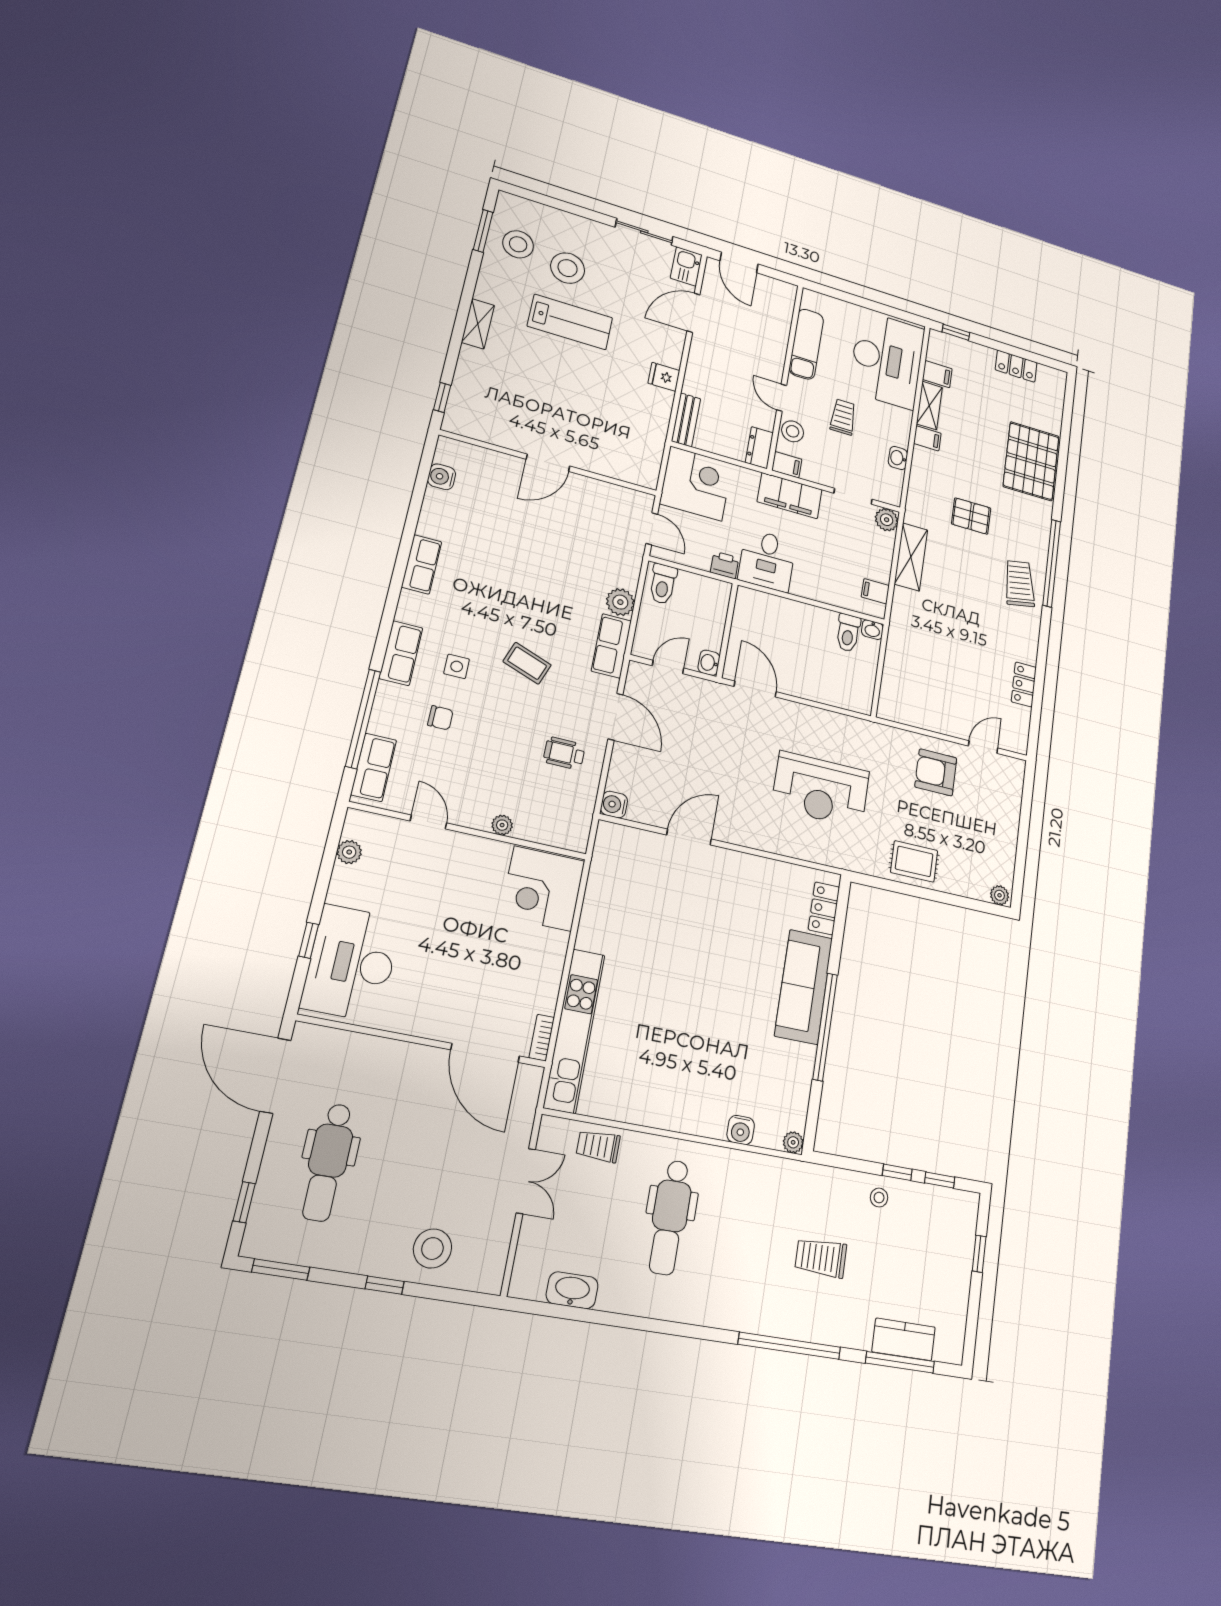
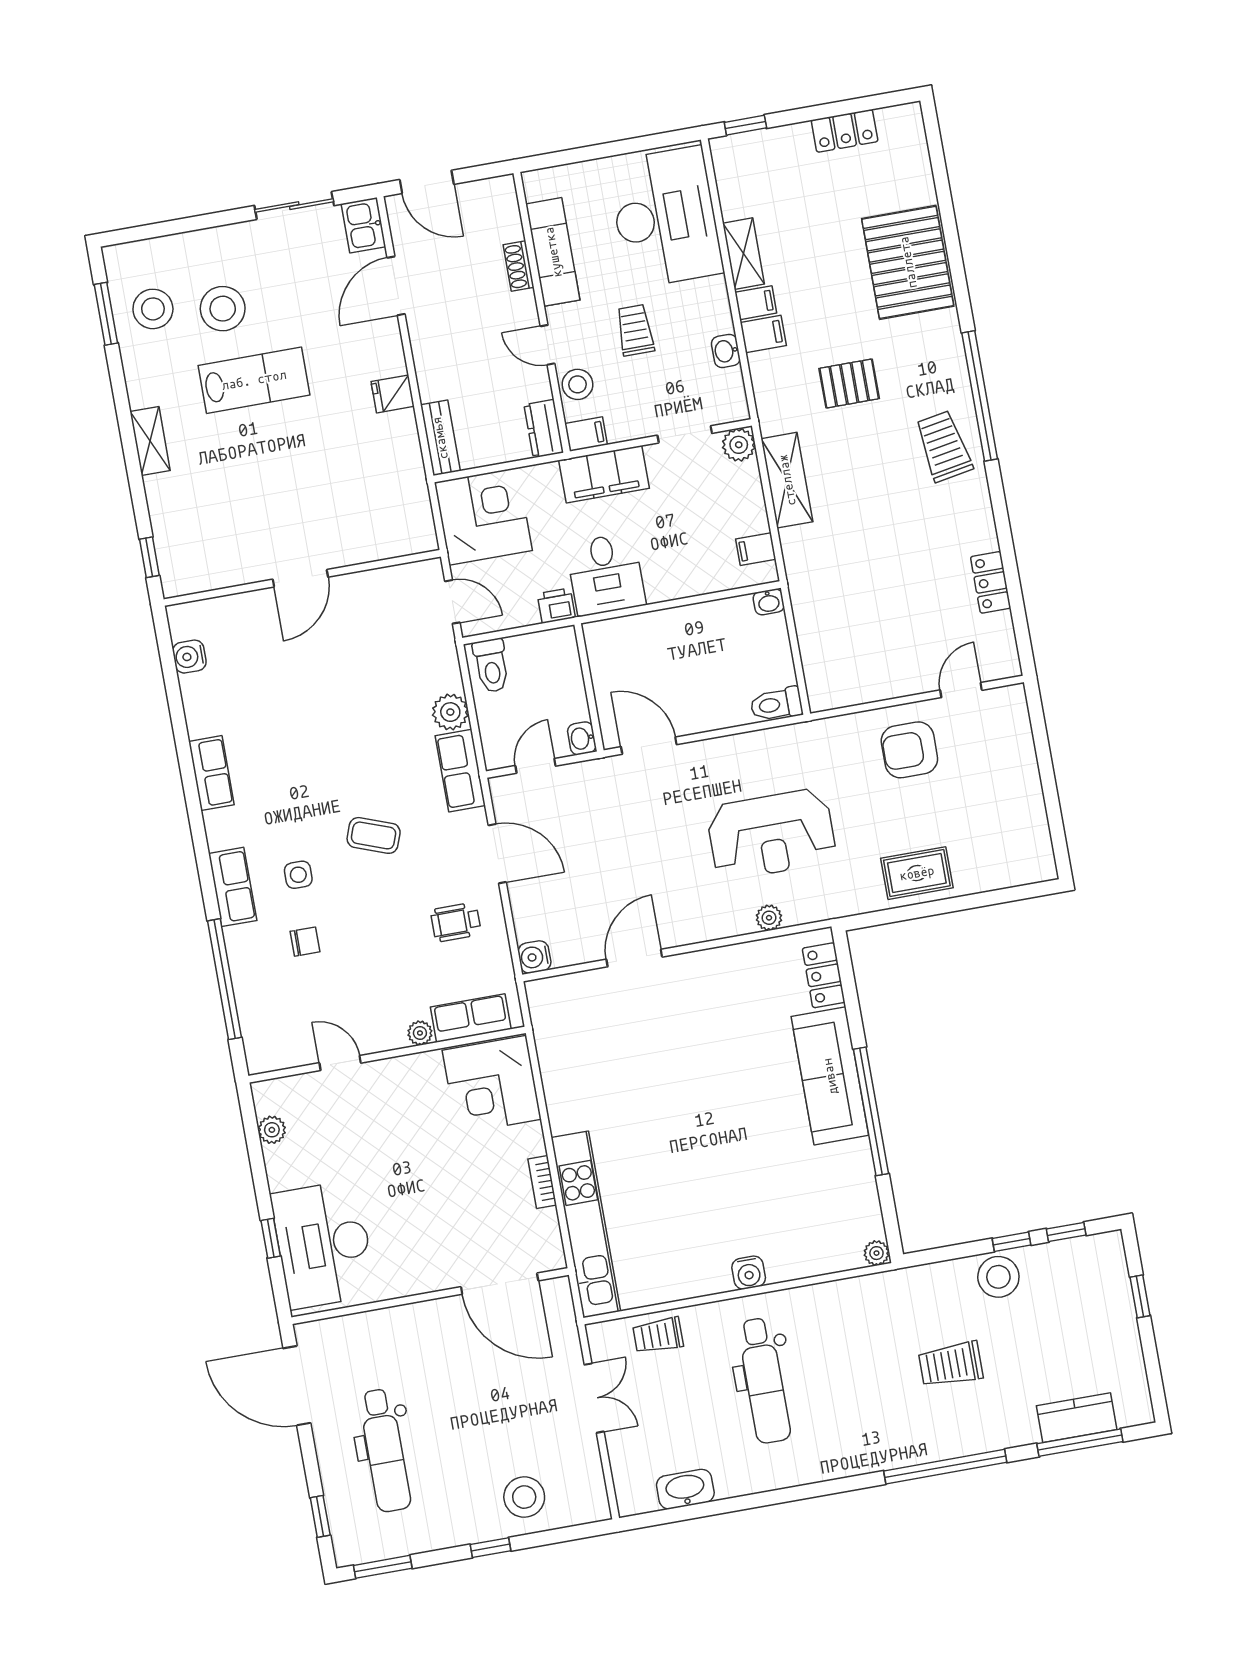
shoe rack: (780, 341) -> (519, 266), added
filing cabinet: (937, 374) -> (763, 334), moved
toilet: (848, 633) -> (776, 704), moved, turned 90
row of seats: (374, 767) -> (471, 1018), moved, turned -90
plant: (1000, 895) -> (769, 918), moved
bookcase: (542, 1038) -> (542, 1182), moved
water cooler: (741, 1130) -> (749, 1273), moved
stool: (879, 1198) -> (998, 1277), width x1.89, depth x1.89

